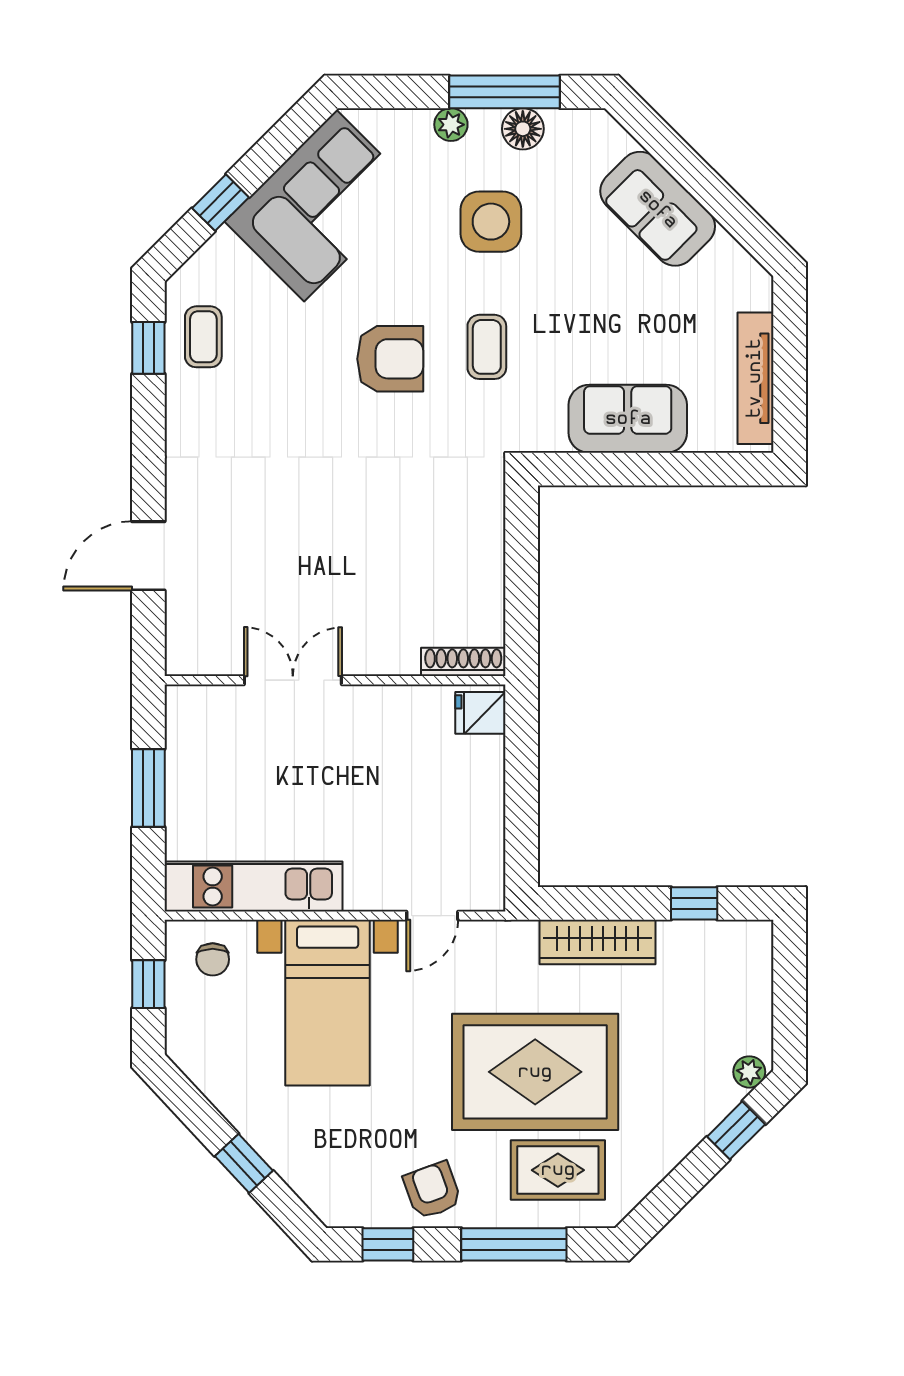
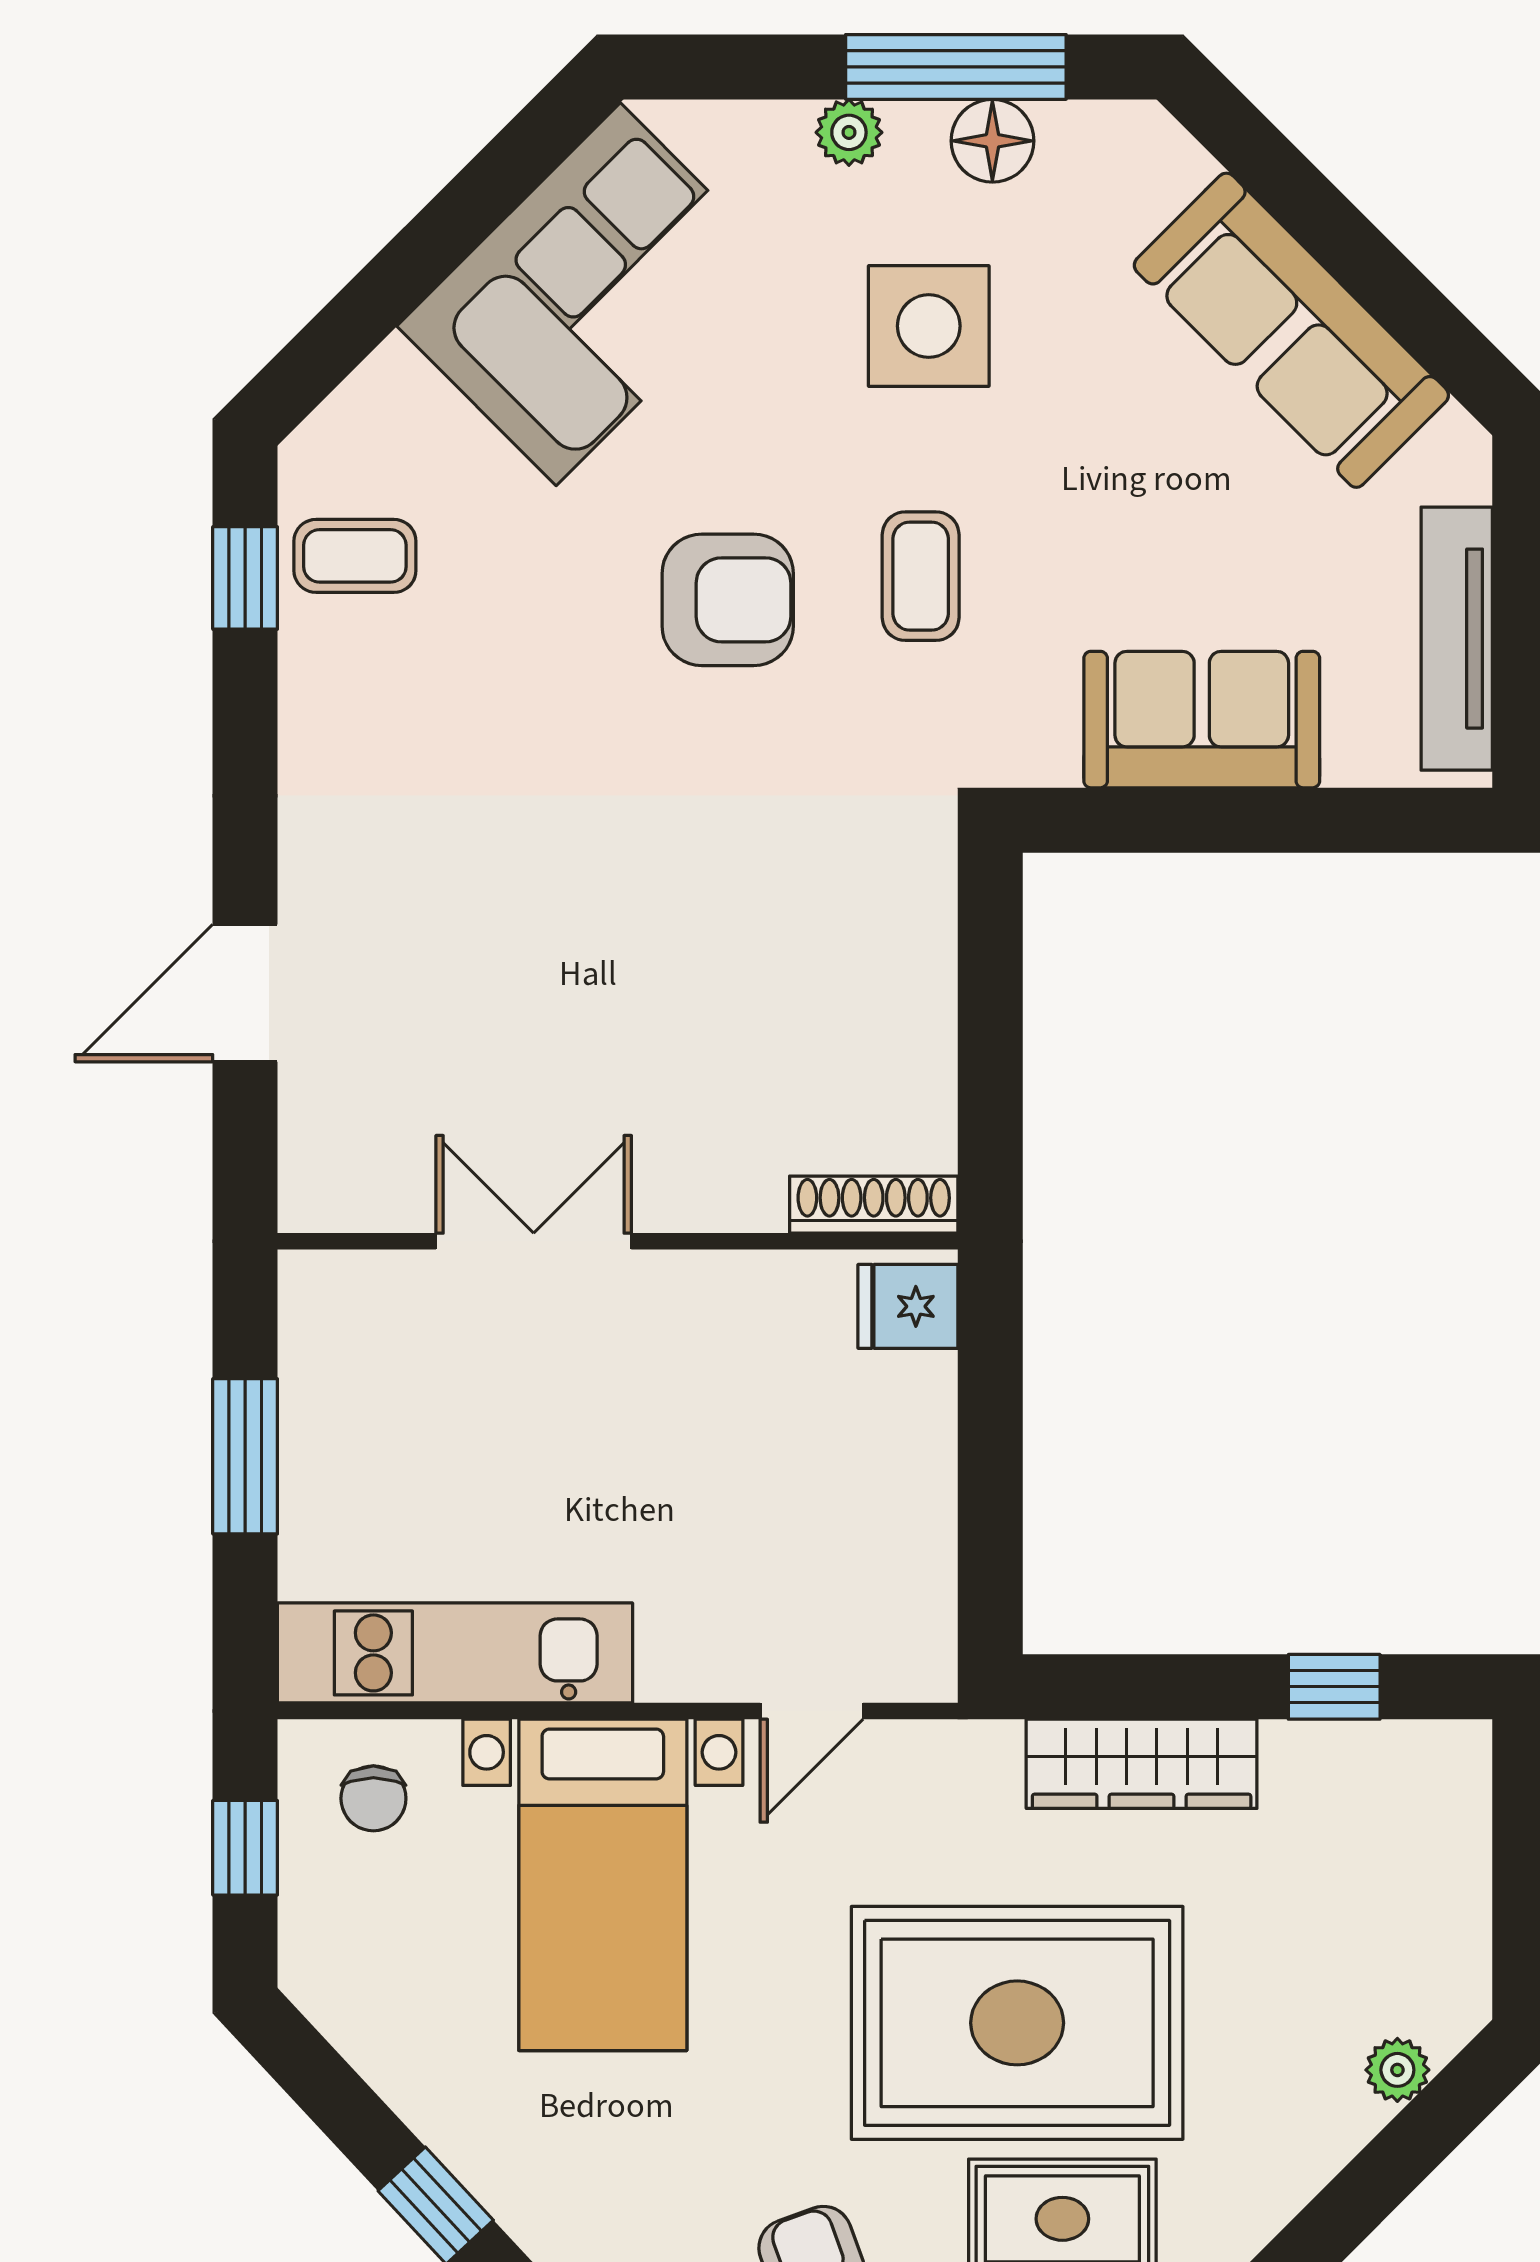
window: (220, 203) -> (389, 288), removed
sofa: (658, 209) -> (1291, 330), width x1.36
coffee table: (203, 337) -> (355, 556), turned 90
plant: (749, 1072) -> (1397, 2070), moved
window: (736, 1130) -> (1418, 2140), removed

